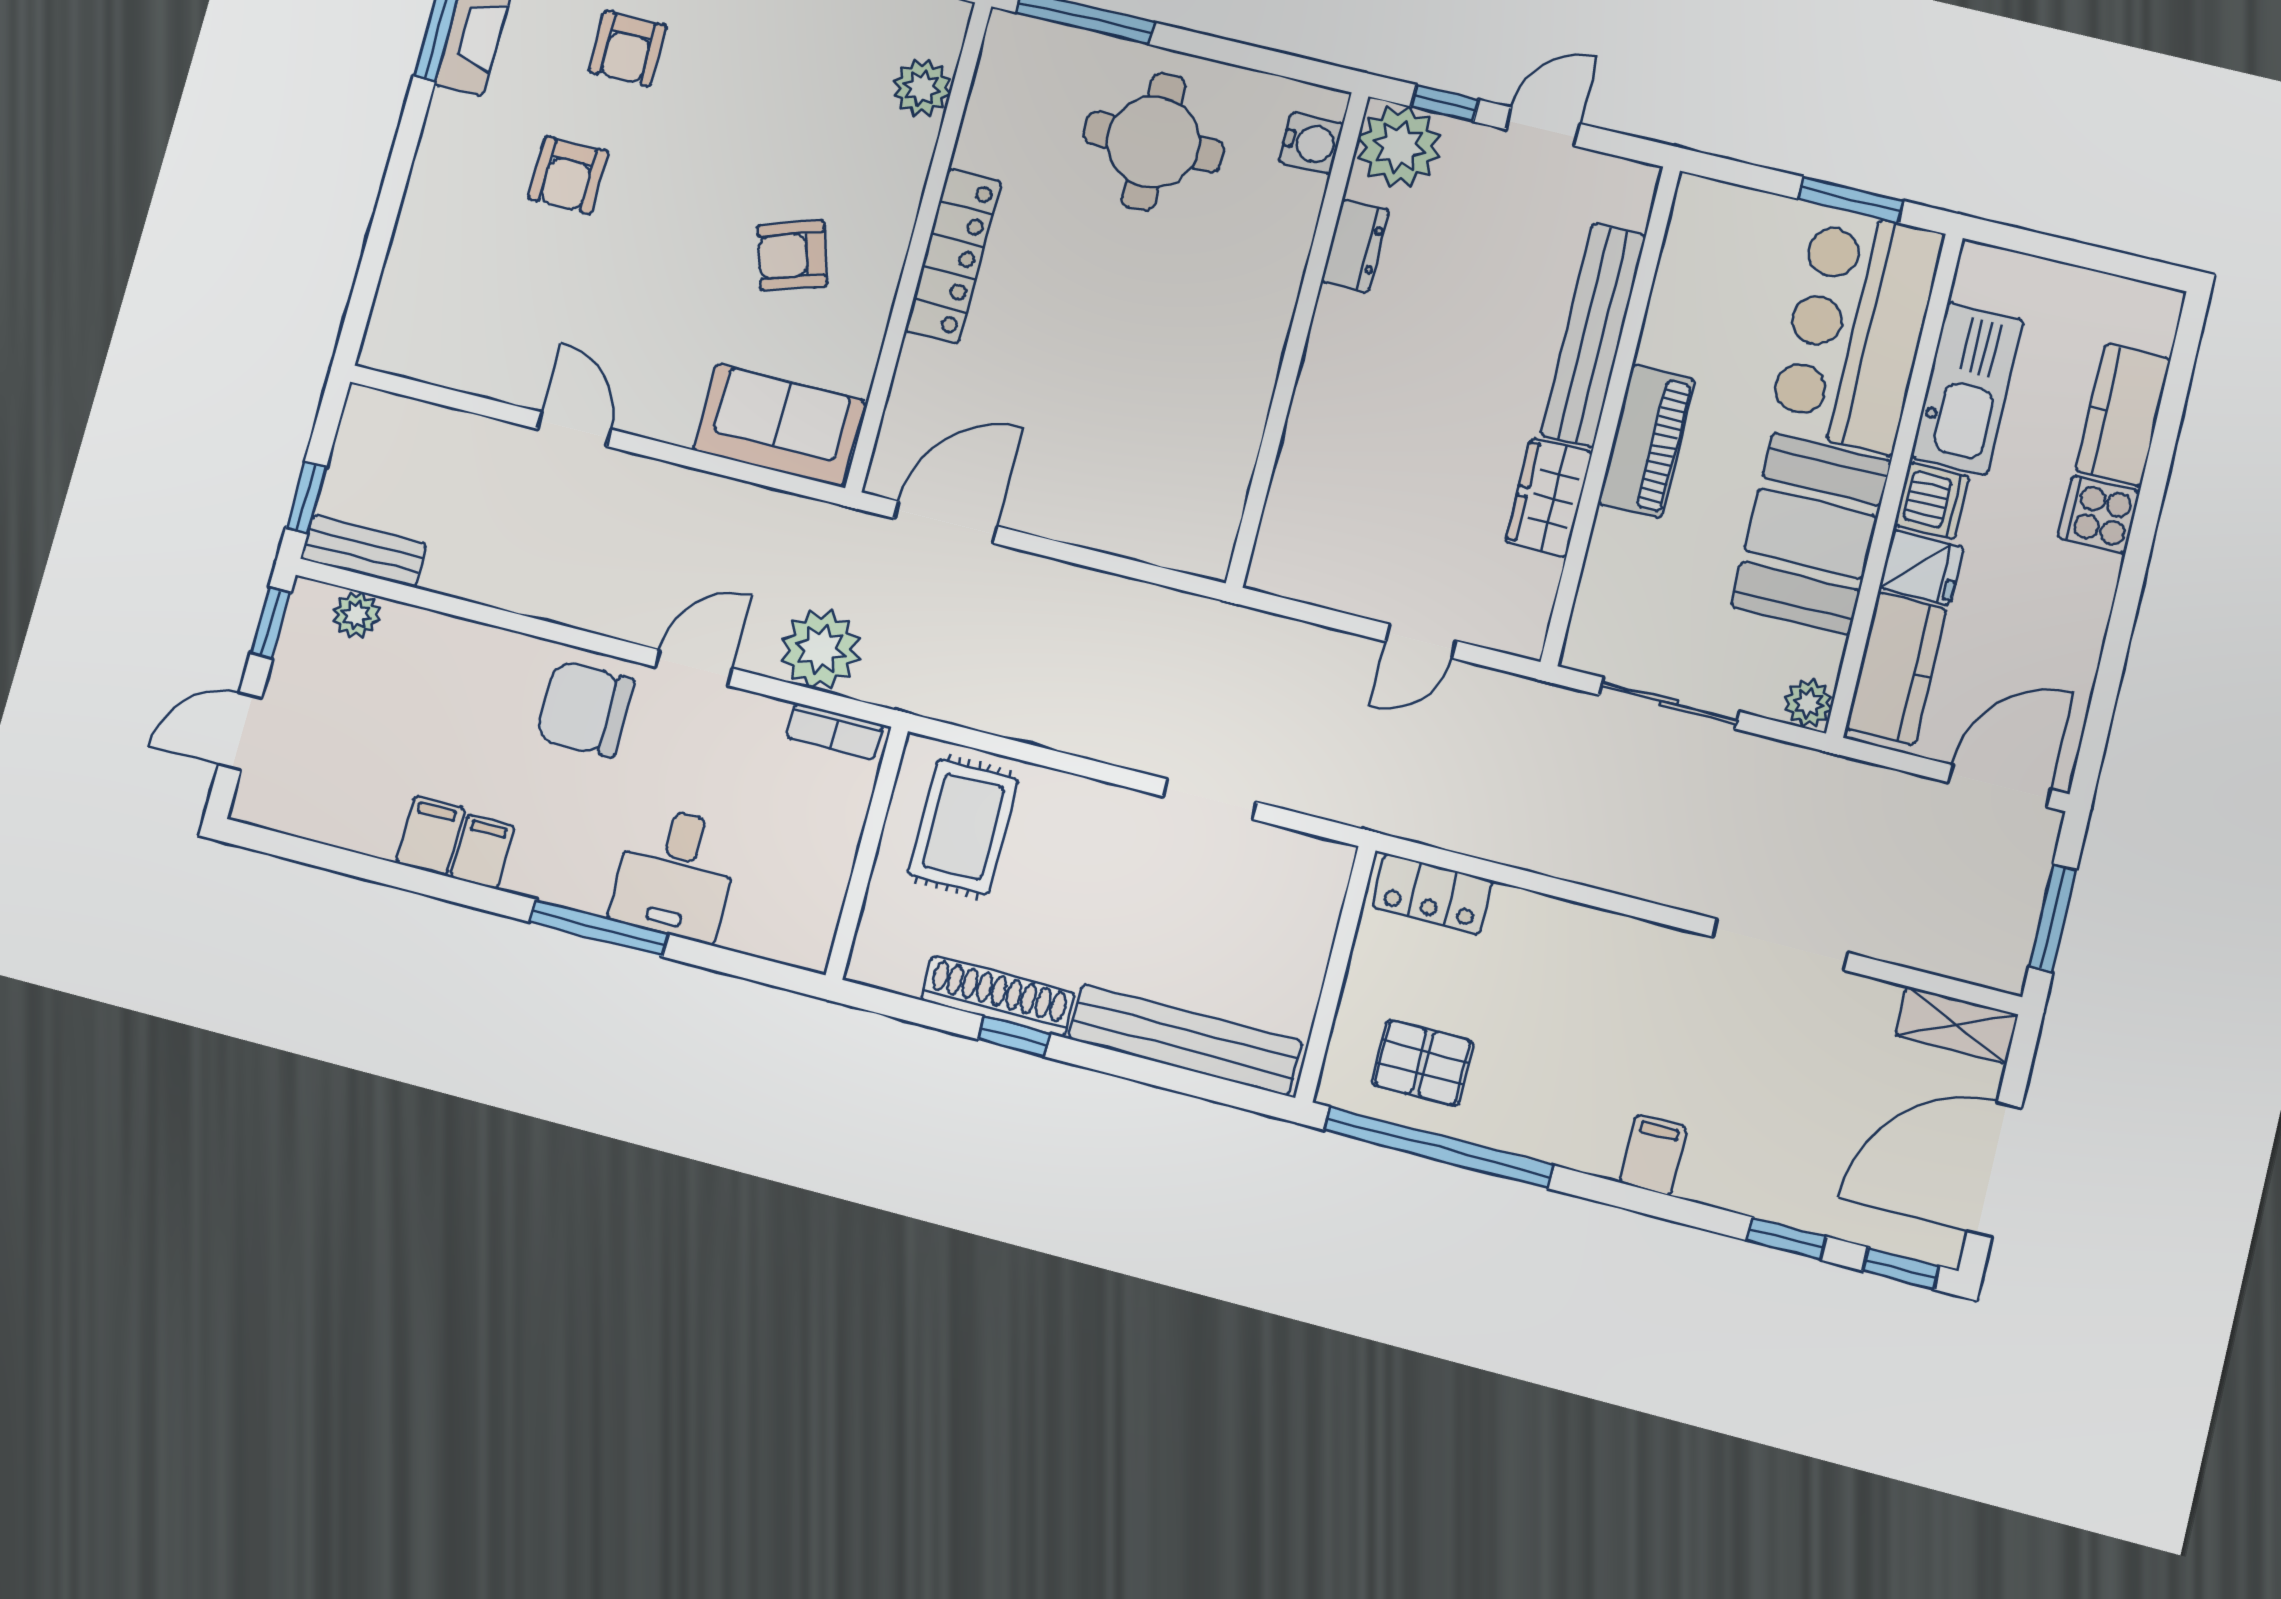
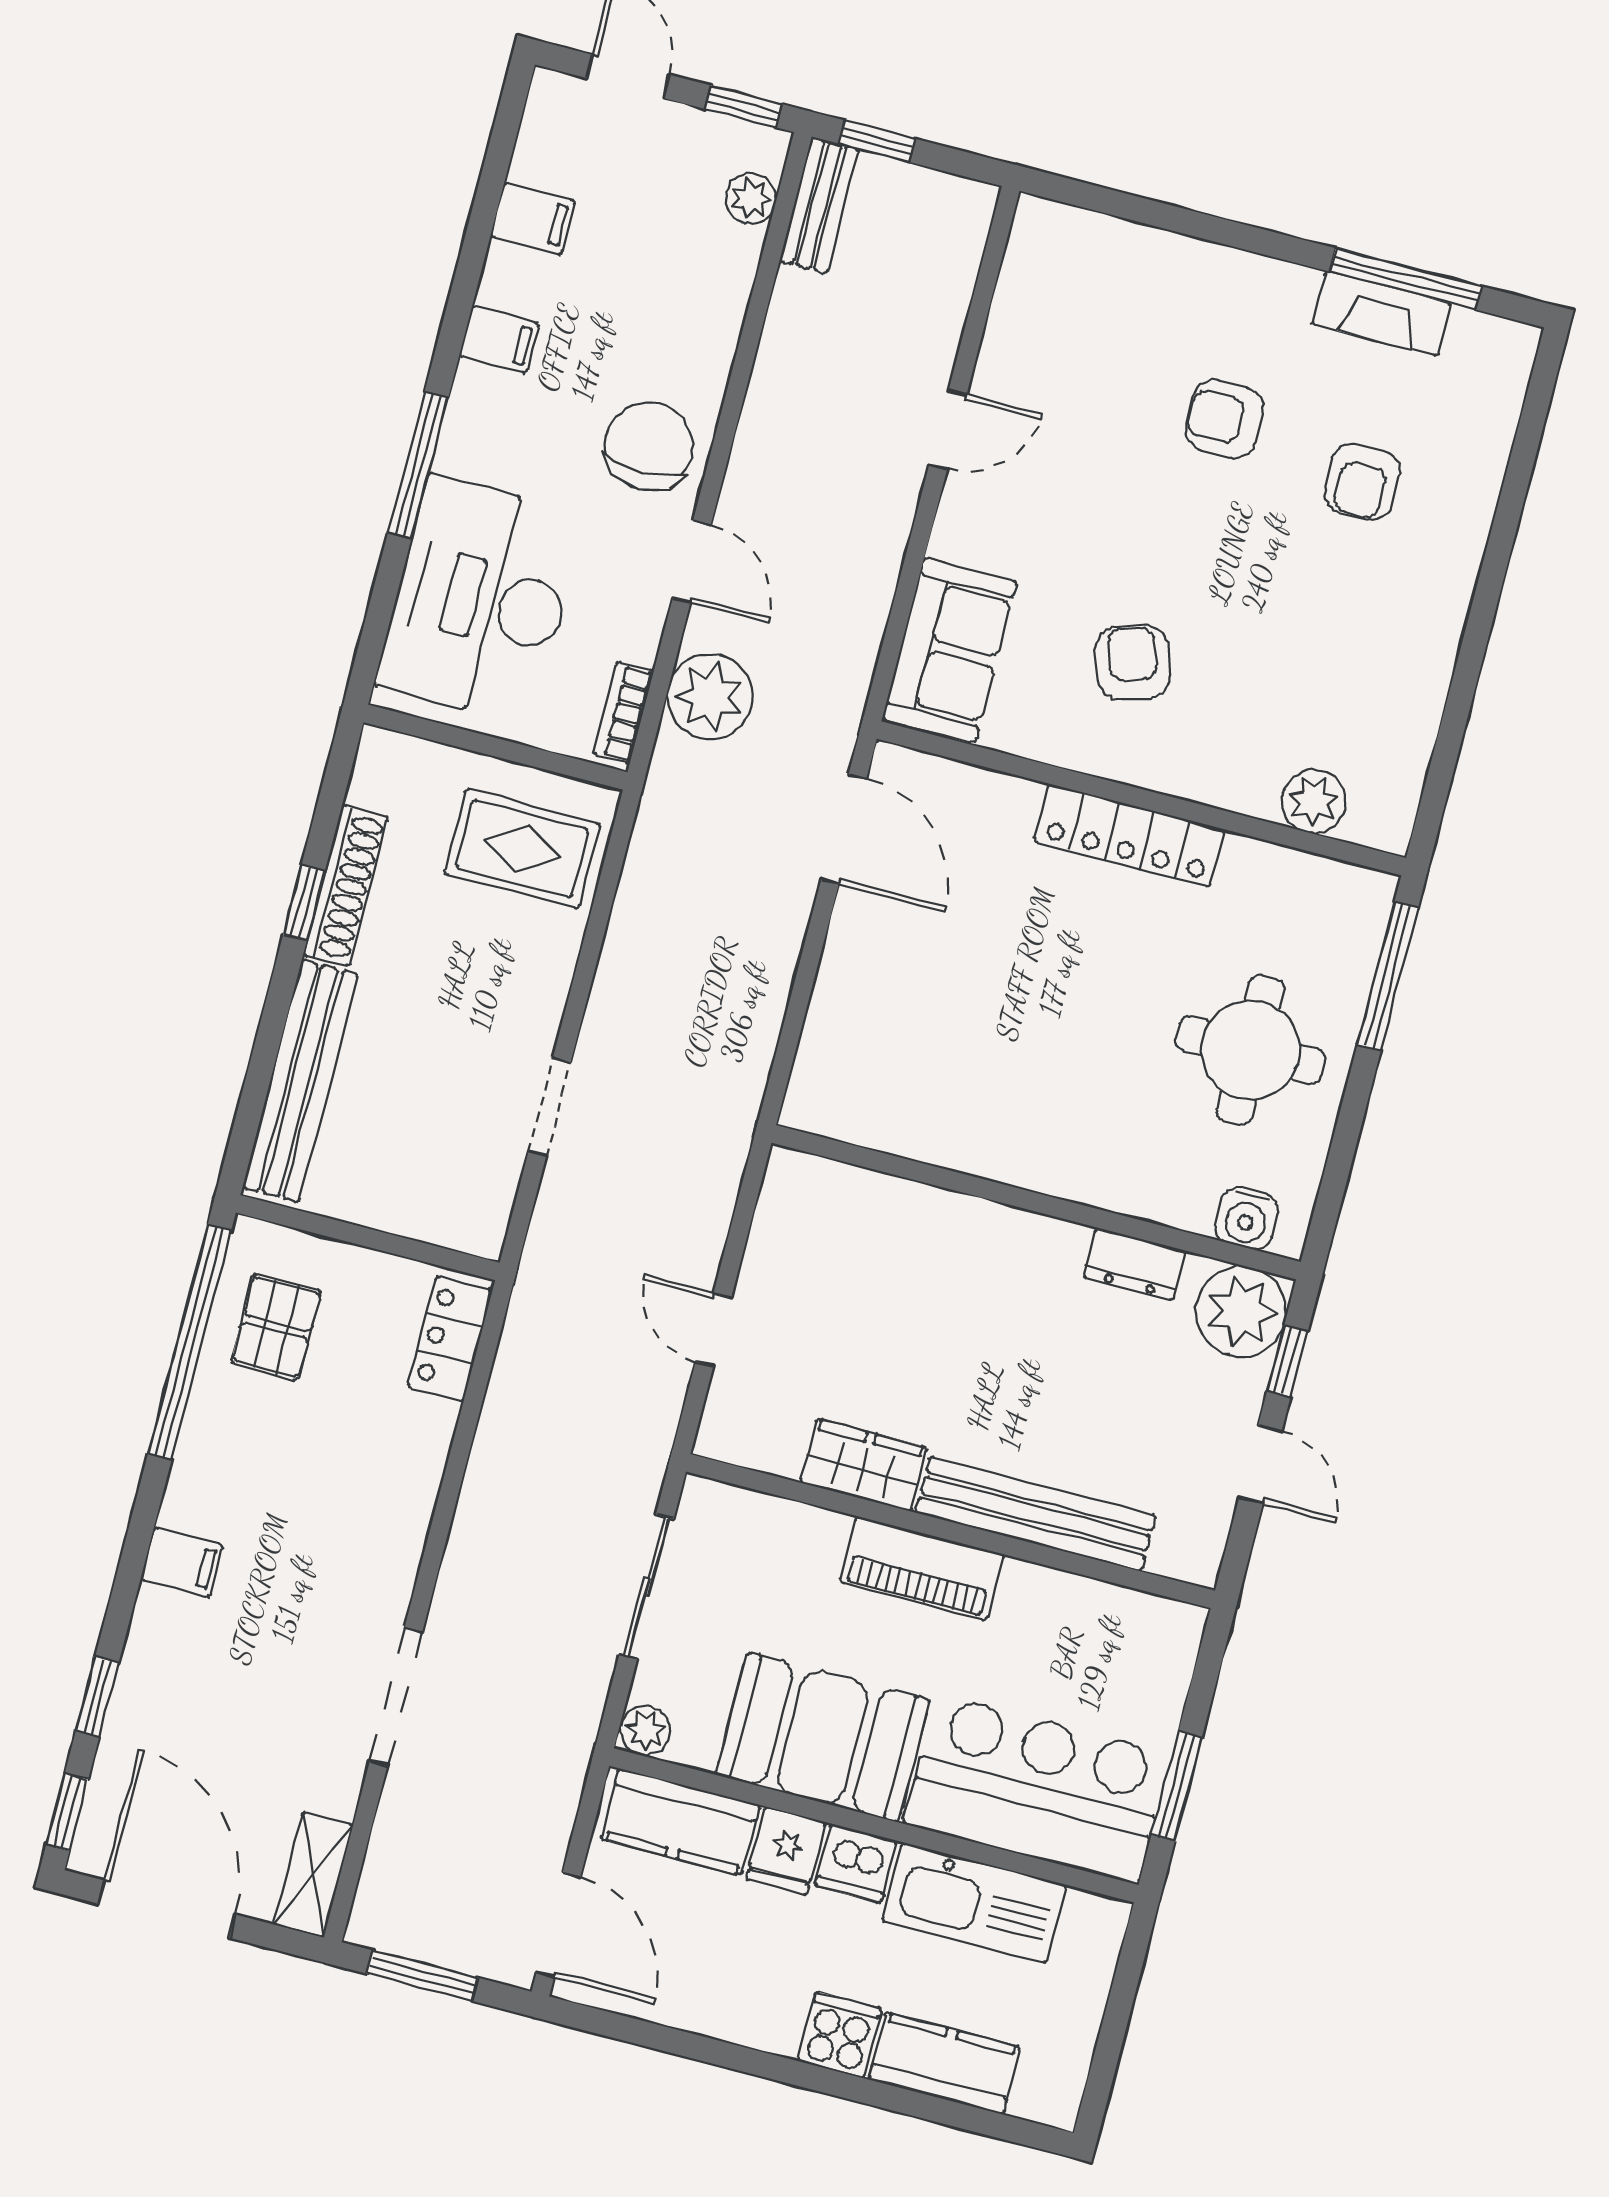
armchair: (628, 49) -> (1362, 482), turned -90
filing cabinet: (430, 836) -> (533, 219), moved
desk: (676, 873) -> (480, 600), width x1.87, depth x1.30

